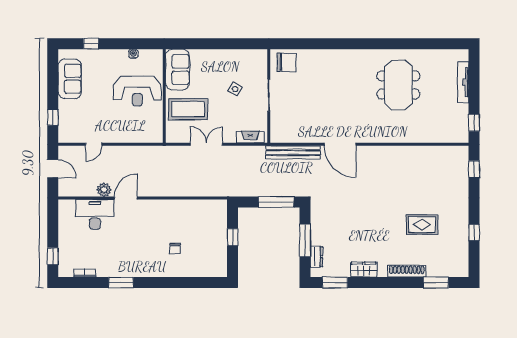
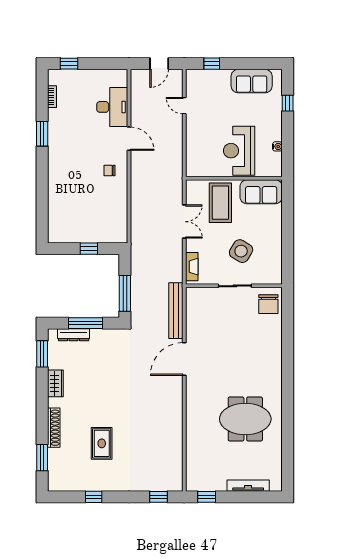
side table: (235, 89) -> (241, 251), width x1.87, depth x1.87
plant: (104, 190) -> (138, 116), removed
chair: (175, 248) -> (109, 171), moved
dresser: (316, 257) -> (74, 335), width x1.44

